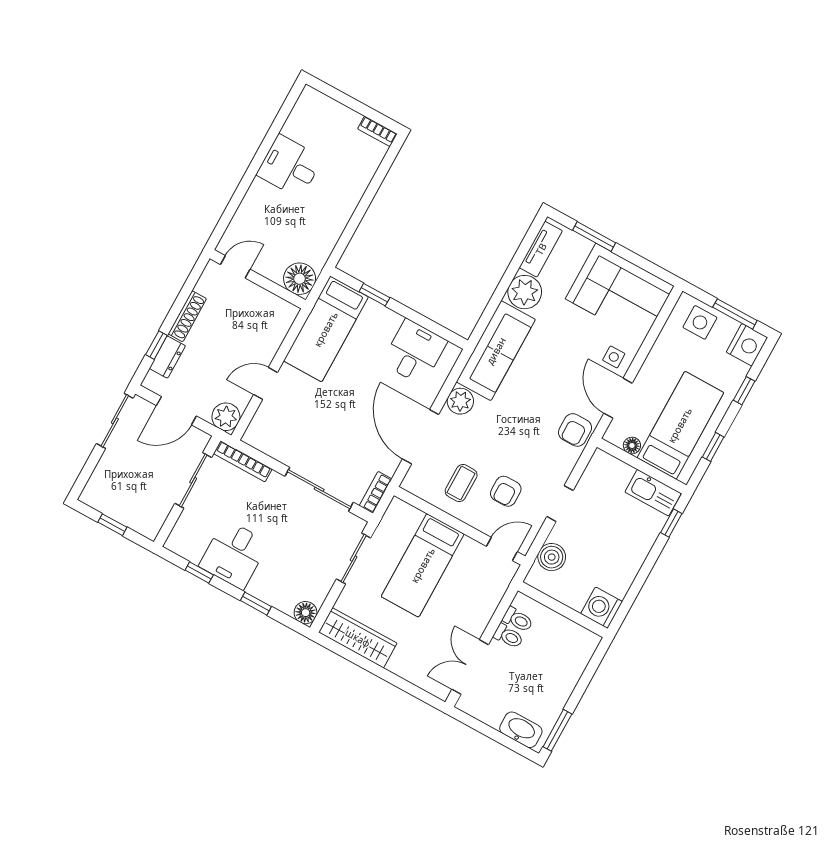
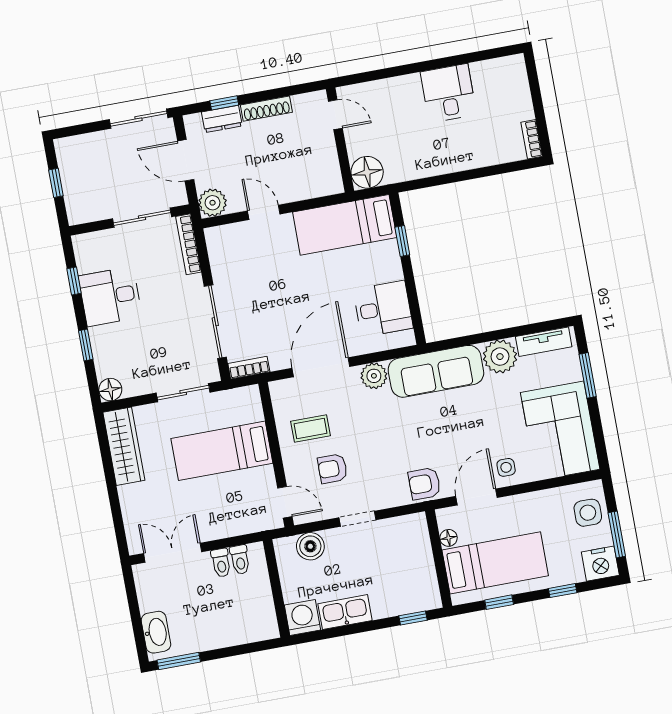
kitchen sink: (653, 493) -> (345, 612), moved, turned 90

